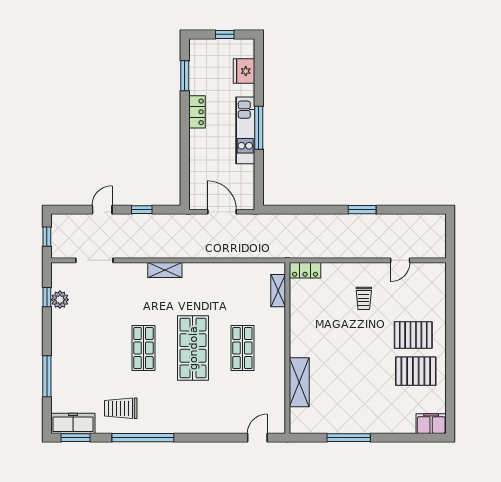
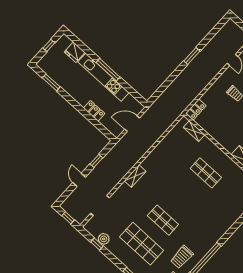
locker: (197, 112) -> (94, 111), moved
kitchen unit: (245, 130) -> (103, 77), width x1.36
shop shelf: (193, 348) -> (142, 244), moved

